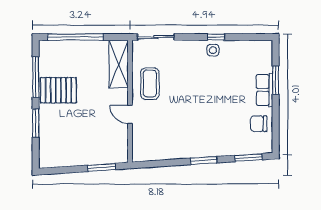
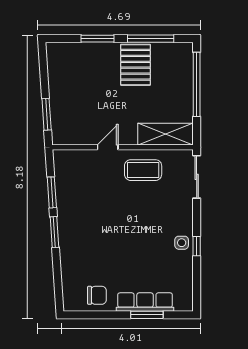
row of seats: (264, 90) -> (145, 302), width x1.48
chair: (259, 124) -> (97, 295), turned 90
window: (248, 158) -> (52, 192), moved

